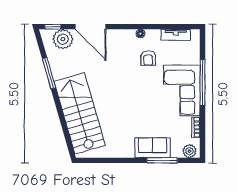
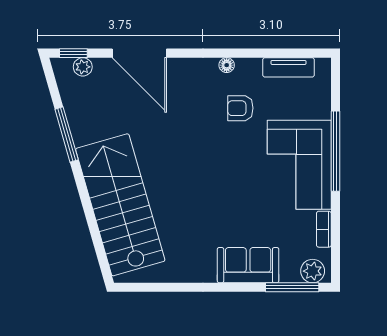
plant: (63, 39) -> (83, 67), width x0.53, depth x0.53
armchair: (148, 58) -> (240, 108), turned 90
window: (162, 160) -> (292, 287), moved

